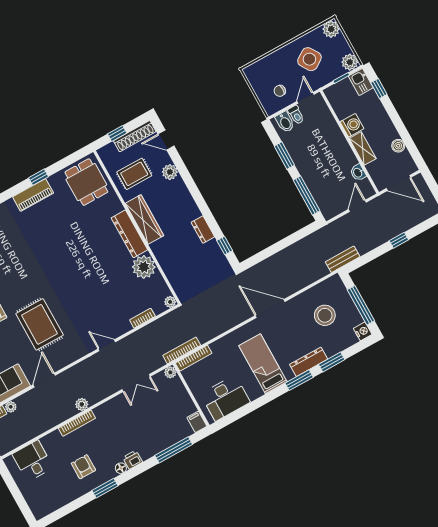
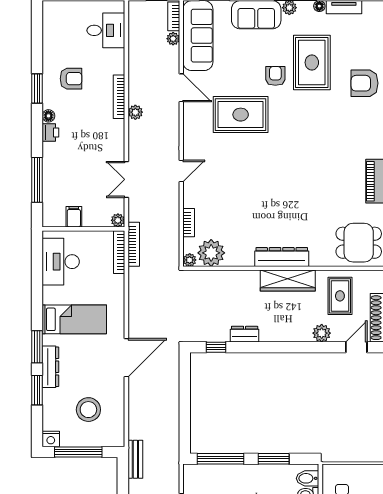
plant: (144, 267) -> (211, 253), moved
filing cabinet: (197, 422) -> (74, 217), moved, turned -90

